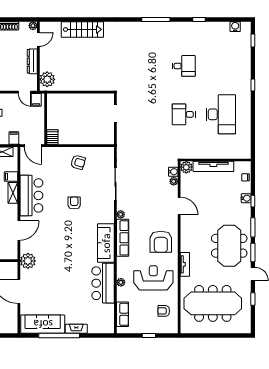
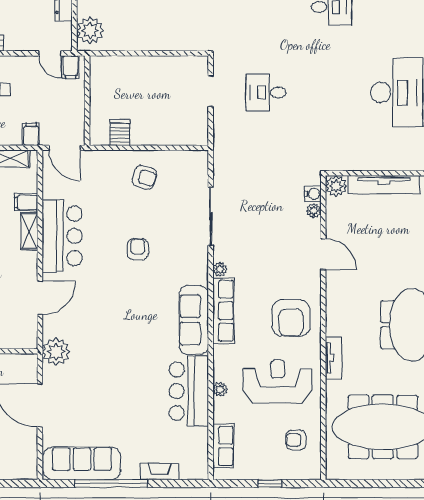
desk: (184, 114) -> (266, 93), moved
server rack: (52, 137) -> (120, 132), moved
fireplace: (76, 329) -> (159, 472), moved

